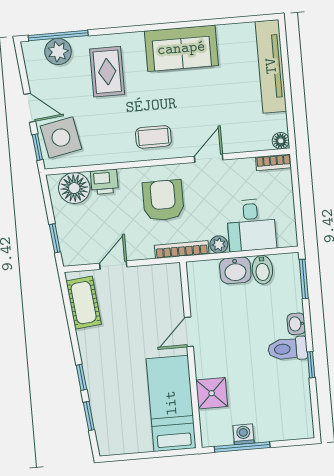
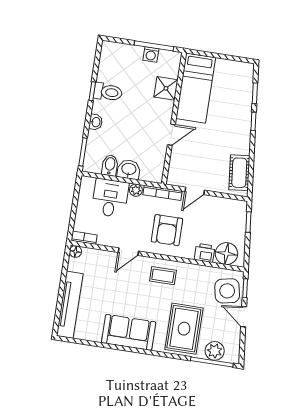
rug: (107, 72) -> (184, 329), width x1.36, depth x1.43
door: (113, 265) -> (195, 191), moved
toilet: (288, 349) -> (108, 92), moved

